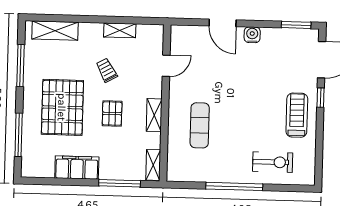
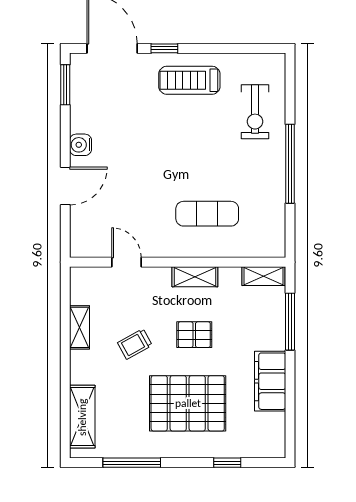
window: (19, 135) -> (227, 463), width x0.46
exercise bike: (273, 162) -> (255, 112), turned 180

